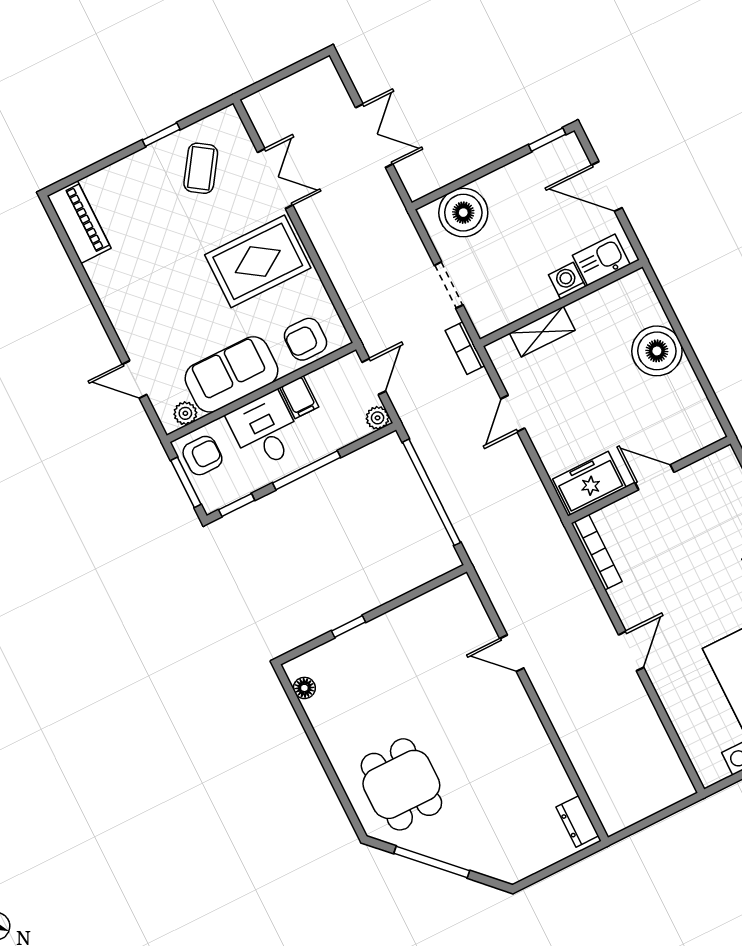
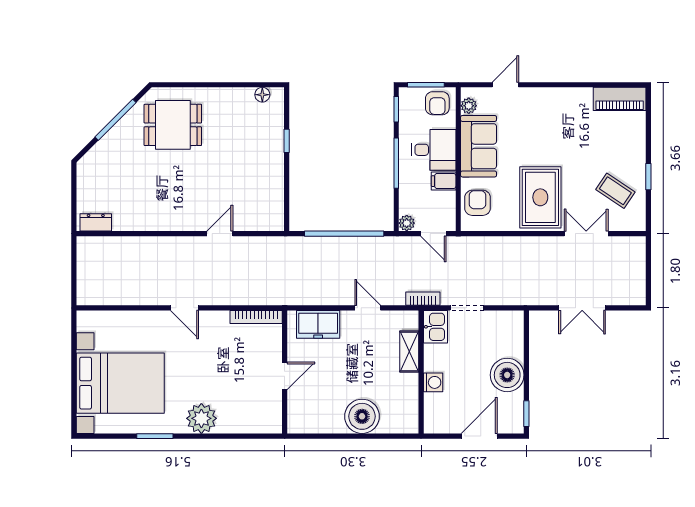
double door: (275, 179) -> (586, 234), swing flipped
boiler: (463, 213) -> (507, 375), moved
kitchen sink: (601, 260) -> (435, 327), moved
freezer: (589, 483) -> (318, 324), moved, turned 90

